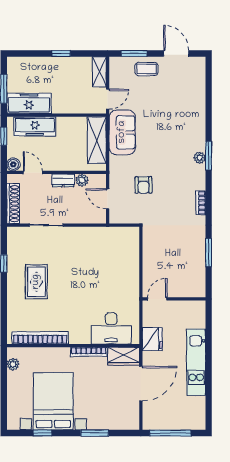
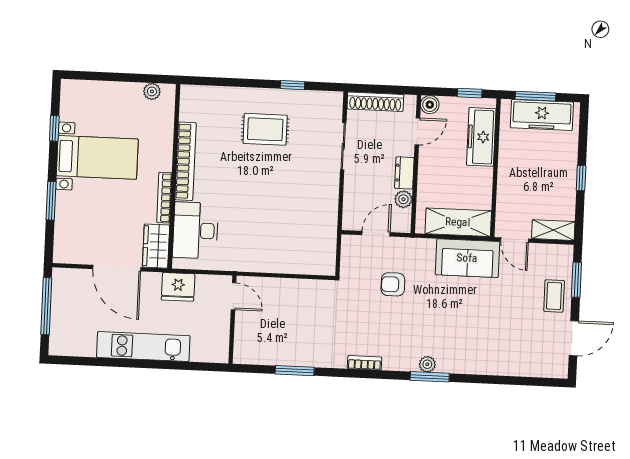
freezer: (29, 103) -> (542, 115), moved, turned 90
bookcase: (40, 338) -> (186, 161), moved
bed with nightstands: (53, 401) -> (97, 157), width x0.73

